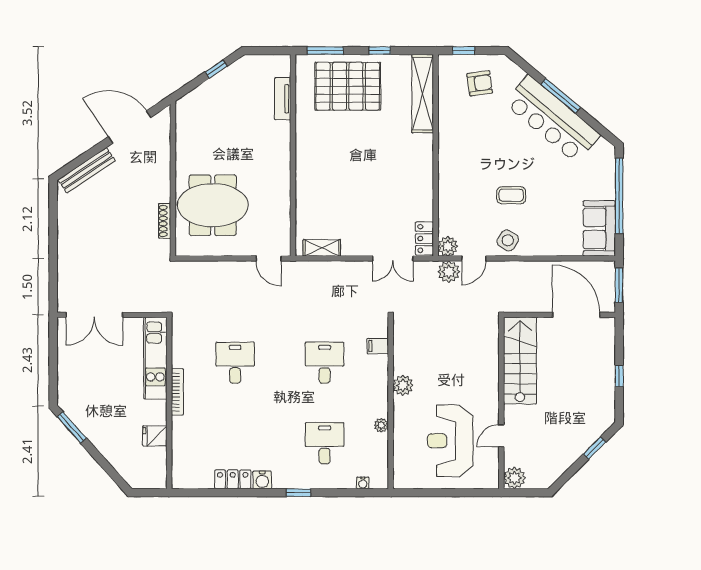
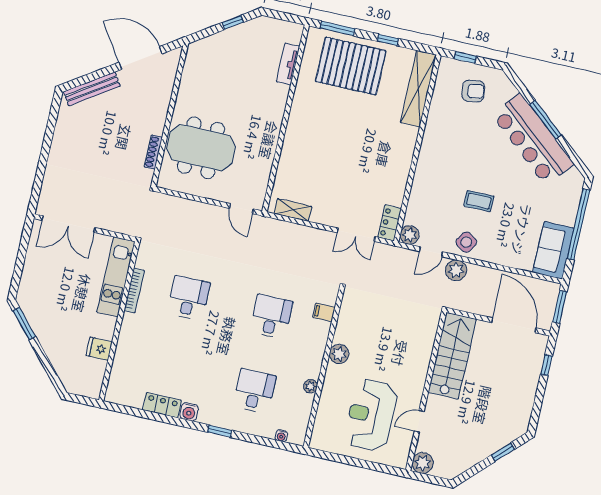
plant: (449, 272) -> (456, 270), moved
window: (619, 376) -> (546, 365), moved
bookcase: (177, 392) -> (134, 290), moved

